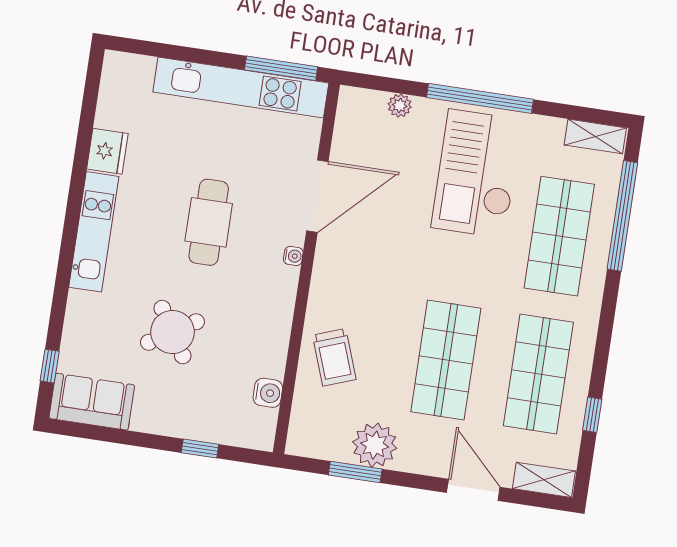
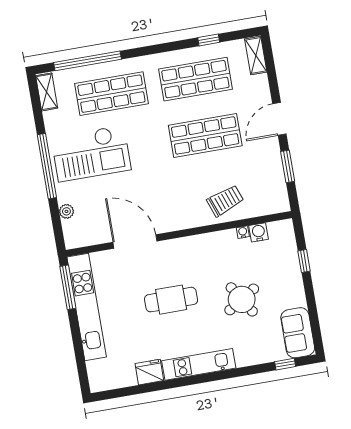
water cooler: (293, 256) -> (243, 232), moved
plant: (375, 445) -> (268, 160), removed
door: (473, 490) -> (279, 119), moved

